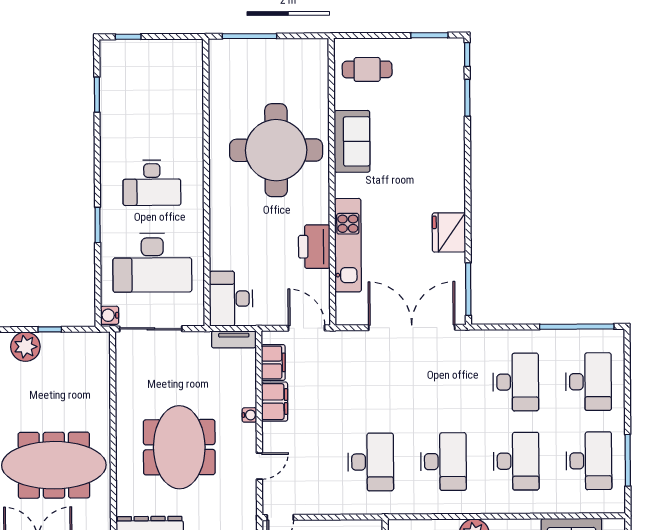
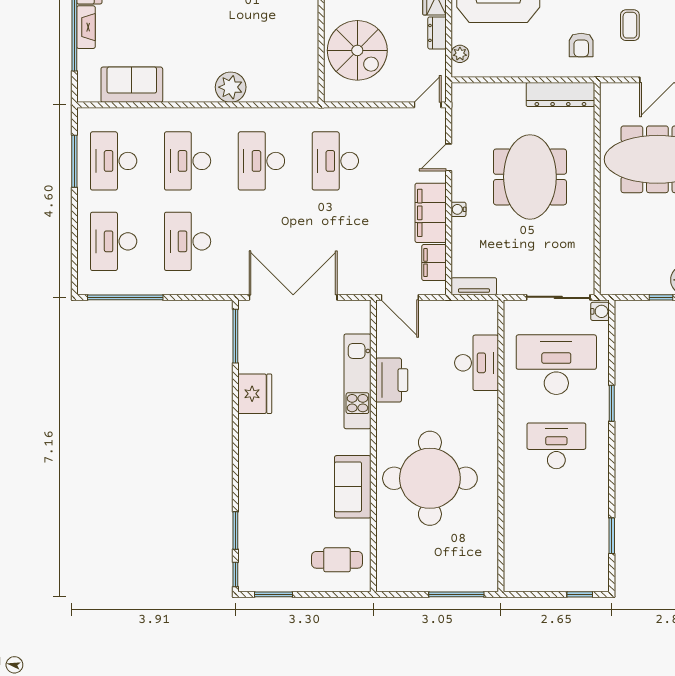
desk: (231, 299) -> (477, 363), moved
double door: (412, 327) -> (293, 297), swing flipped
filing cabinet: (275, 402) -> (431, 213), width x1.50, depth x1.17

